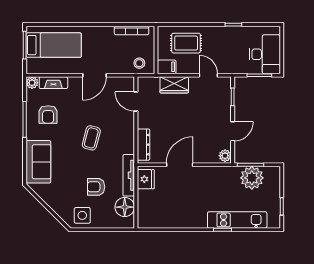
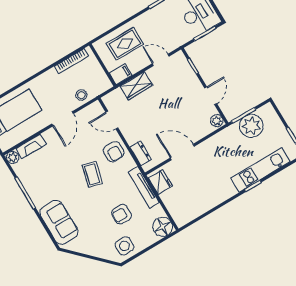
stool: (139, 63) -> (81, 95), moved
armchair: (48, 114) -> (114, 152), moved
dresser: (143, 145) -> (141, 153), width x0.70
door: (180, 165) -> (182, 152), hinge flipped
floor lamp: (125, 207) -> (163, 227), moved

